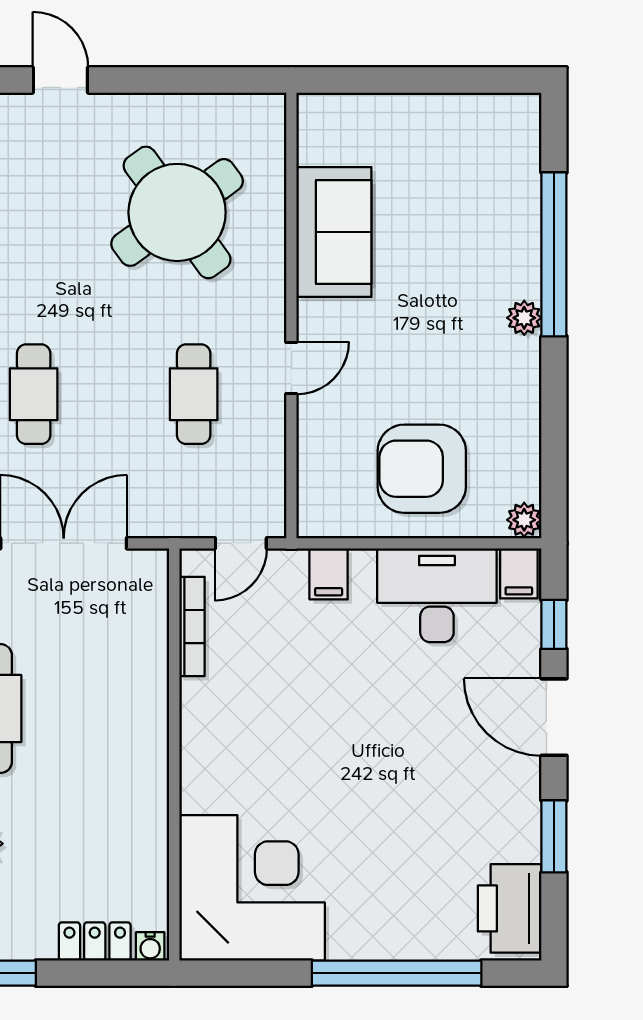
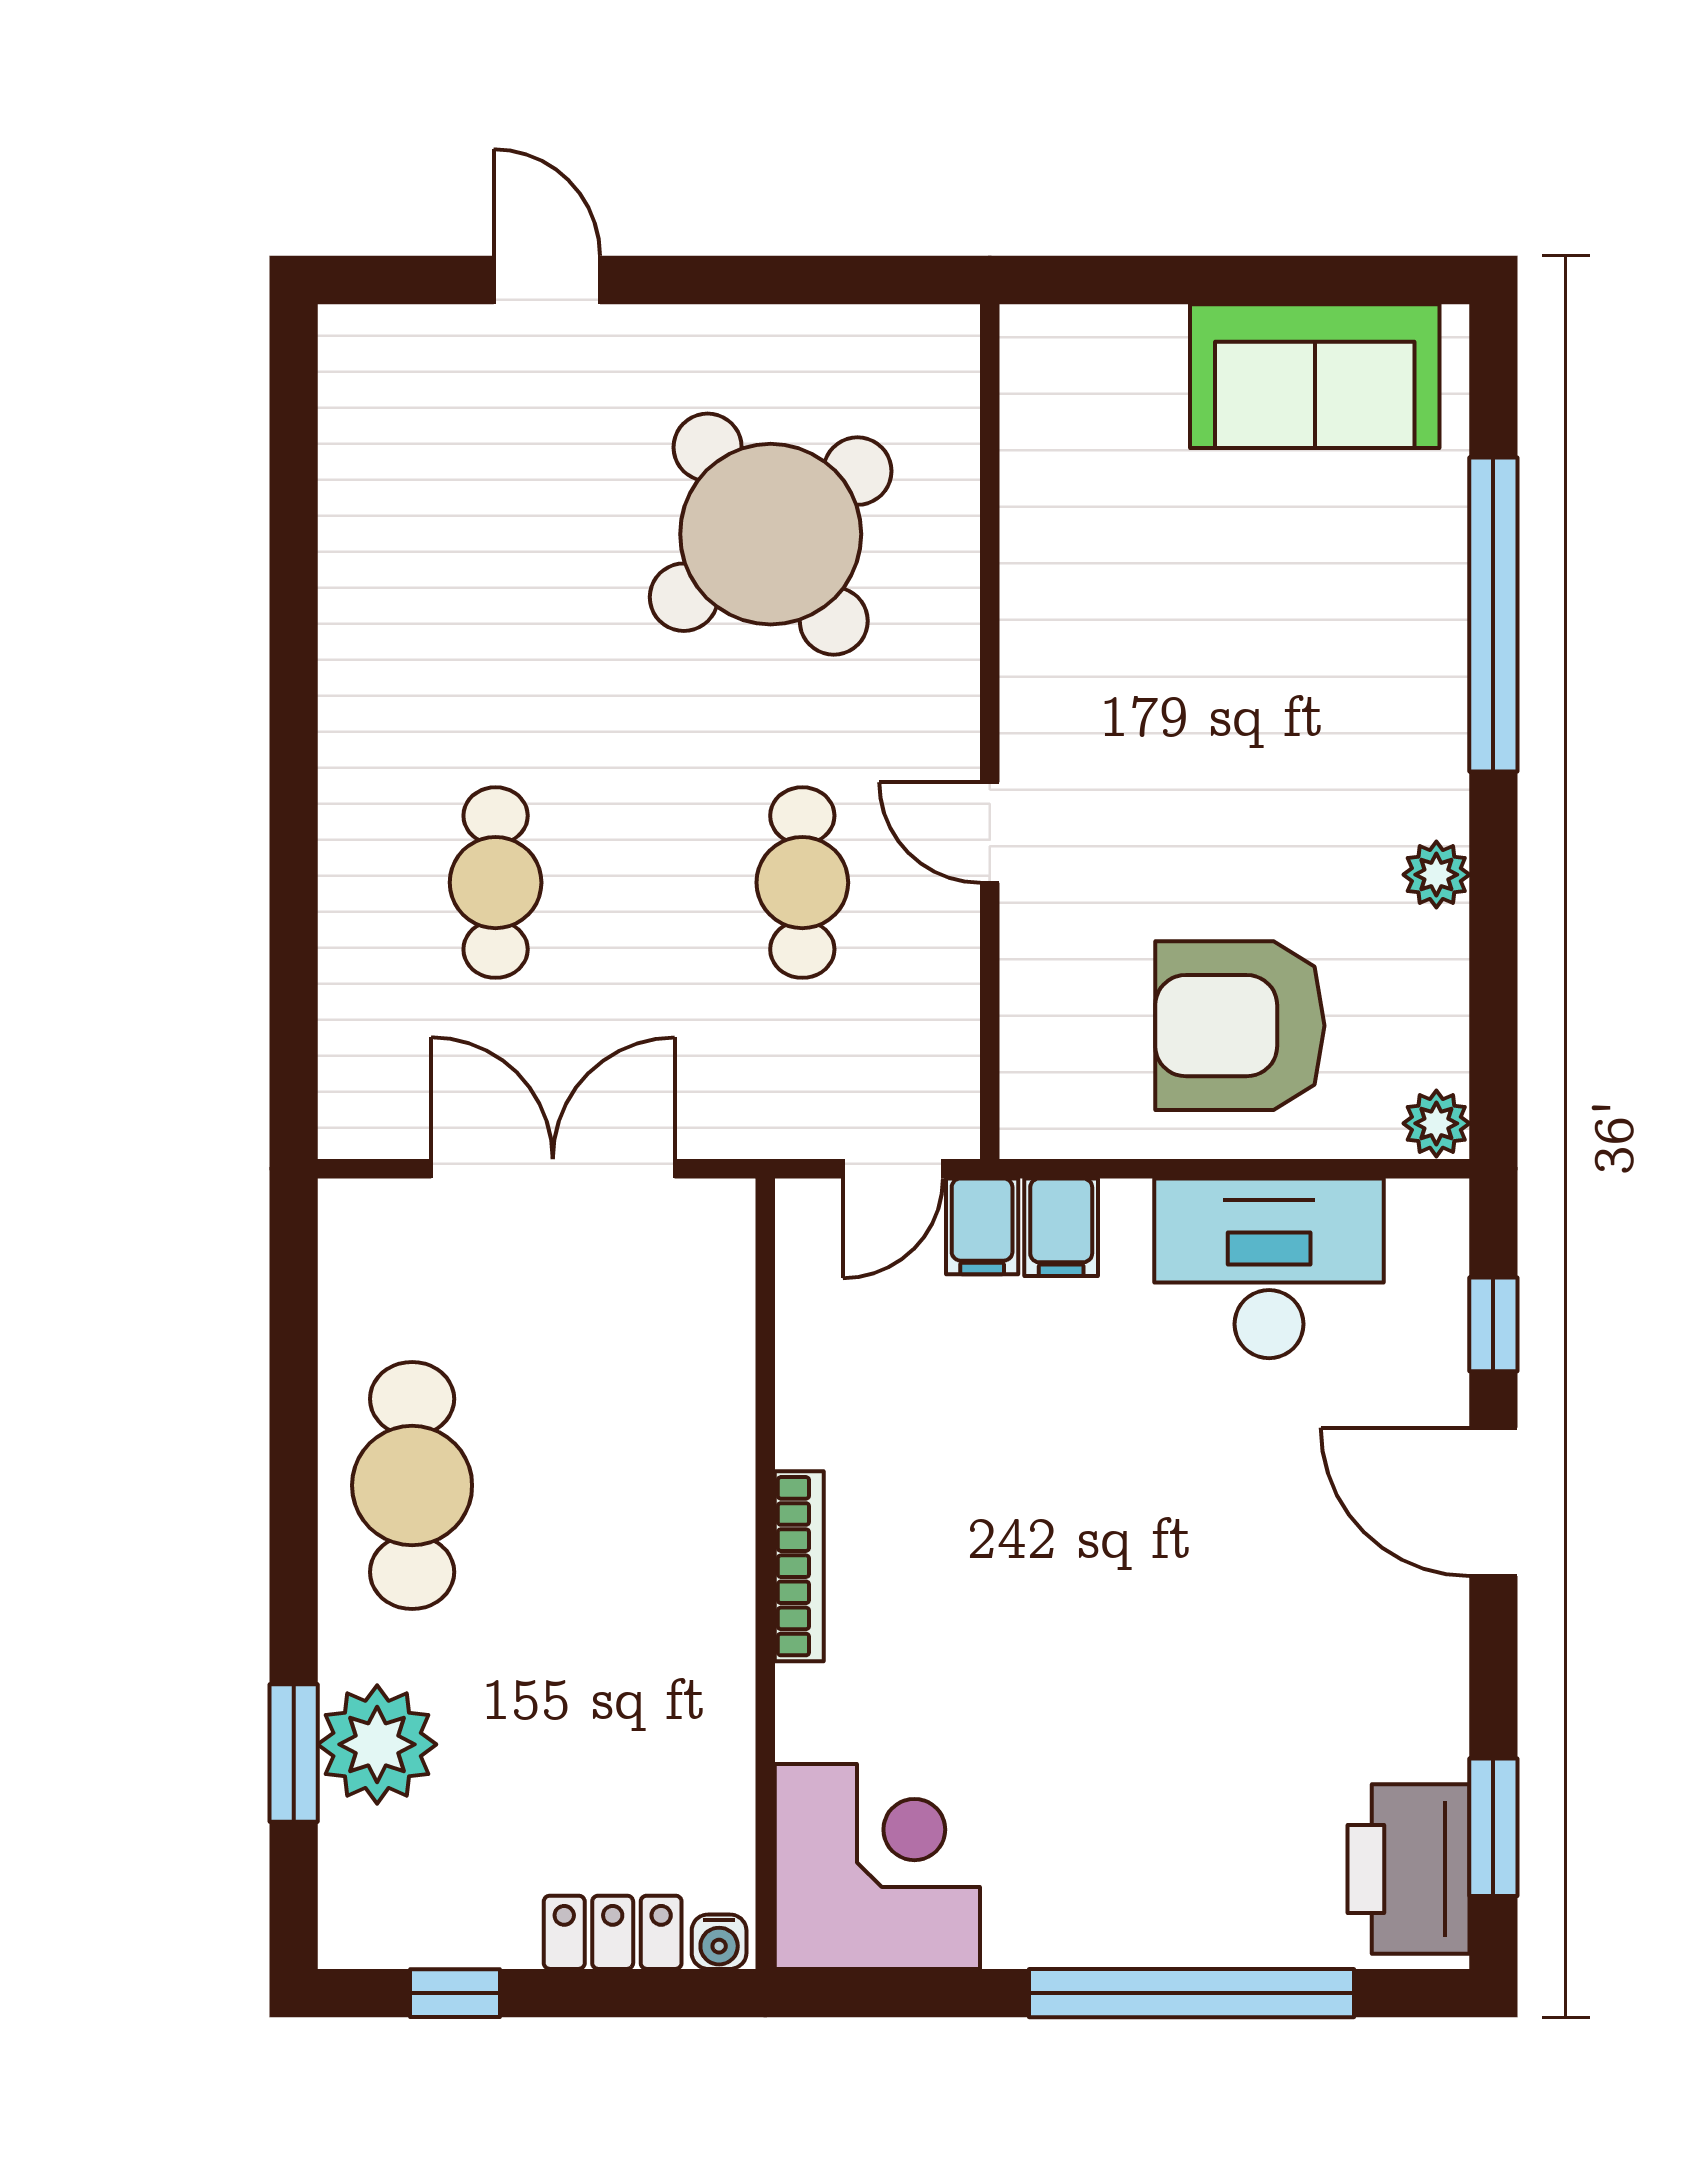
sofa: (334, 232) -> (1315, 376), moved, turned 90
plant: (524, 318) -> (1436, 875), moved
door: (291, 368) -> (990, 832), swing flipped
filing cabinet: (519, 573) -> (982, 1226), moved
bookcase: (192, 626) -> (799, 1566), moved
window: (554, 836) -> (1493, 1827), moved
corner desk: (252, 888) -> (877, 1866), width x0.74, depth x0.74

